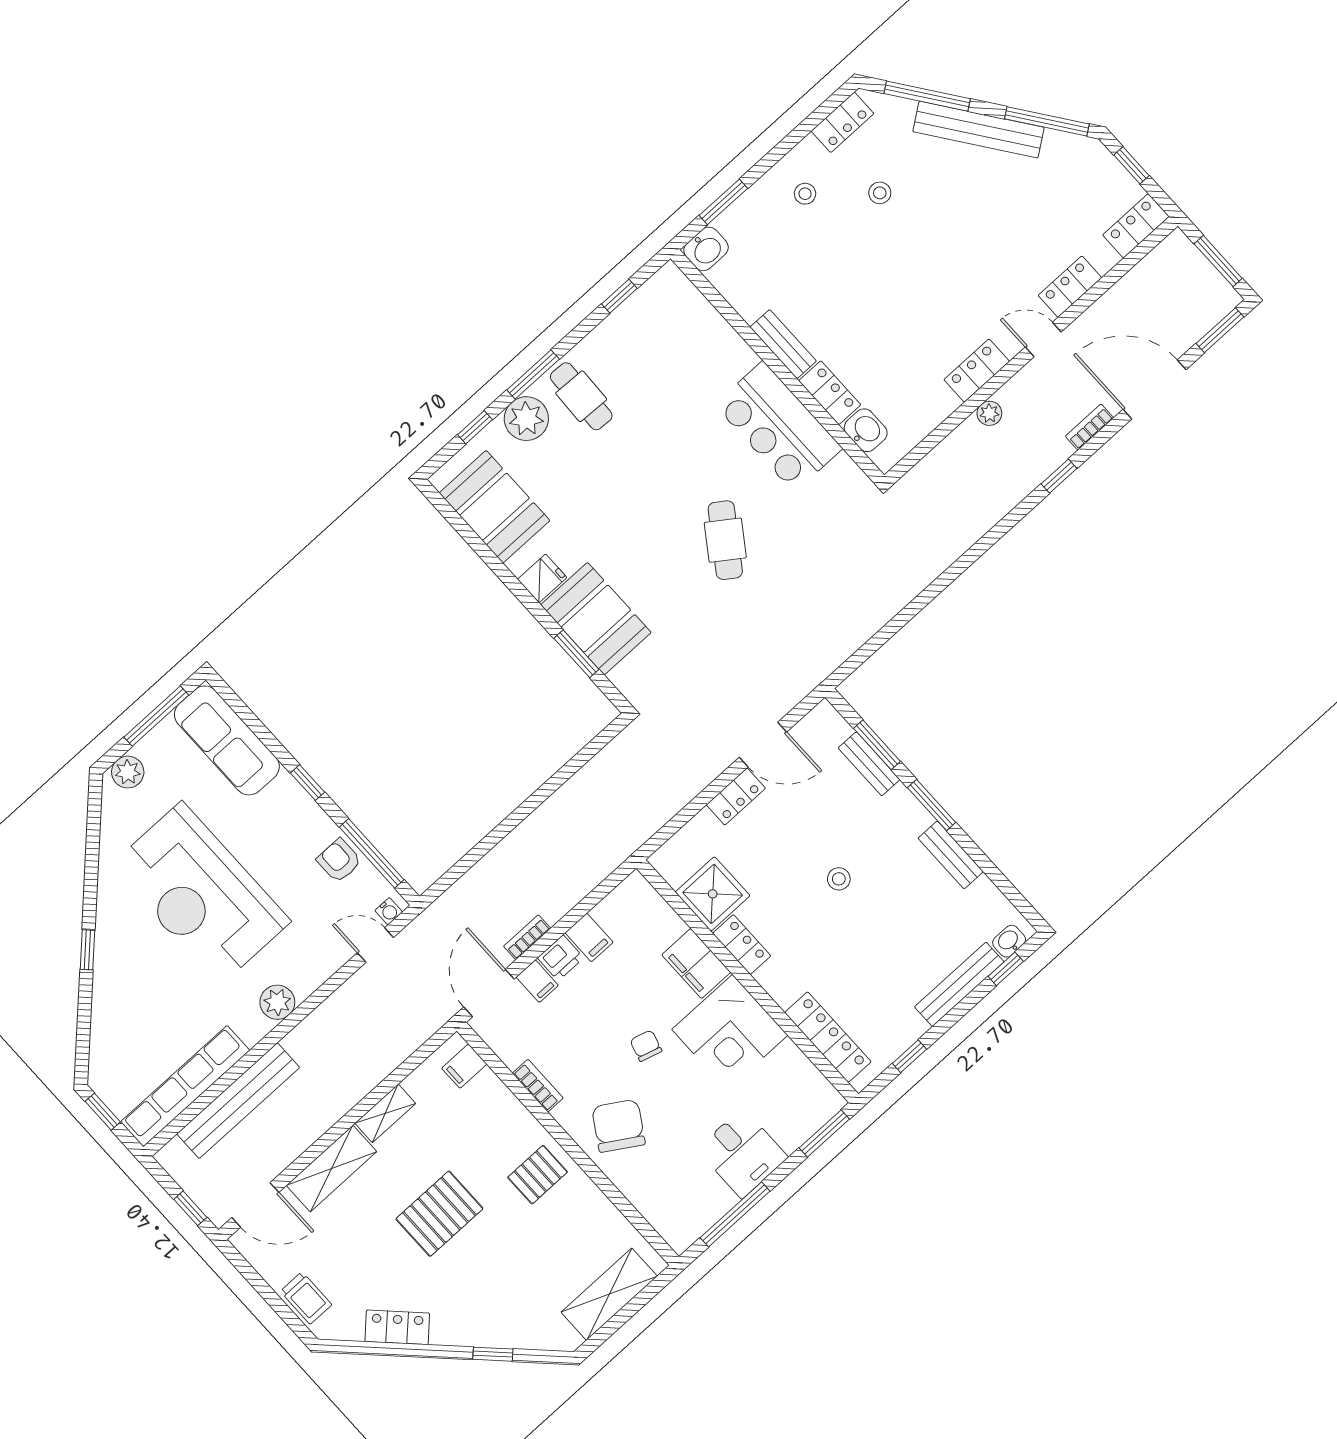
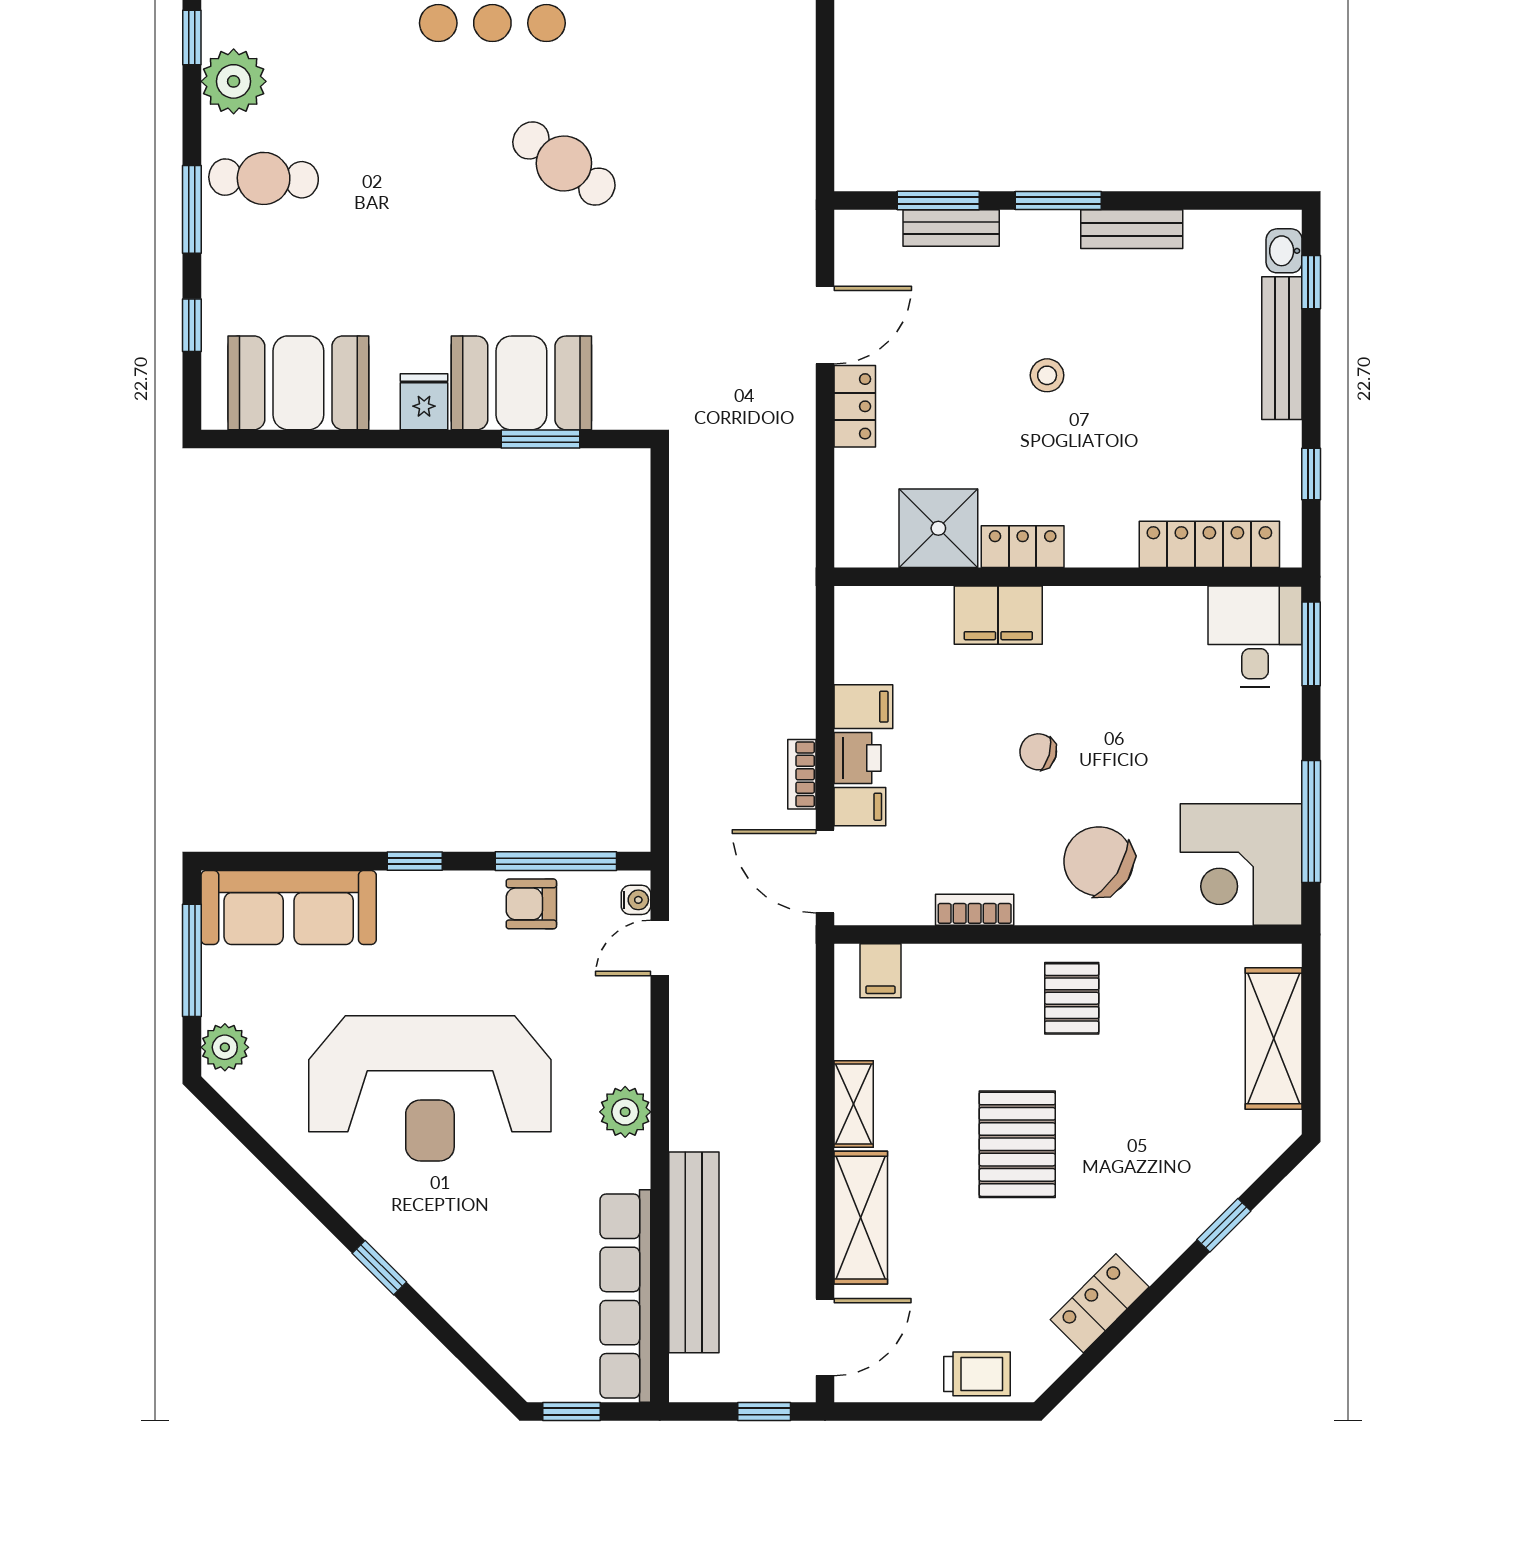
plant: (526, 419) -> (234, 81), moved
corner desk: (730, 1032) -> (1241, 864), moved, turned 90
desk: (742, 1153) -> (1255, 636), moved, turned -90

